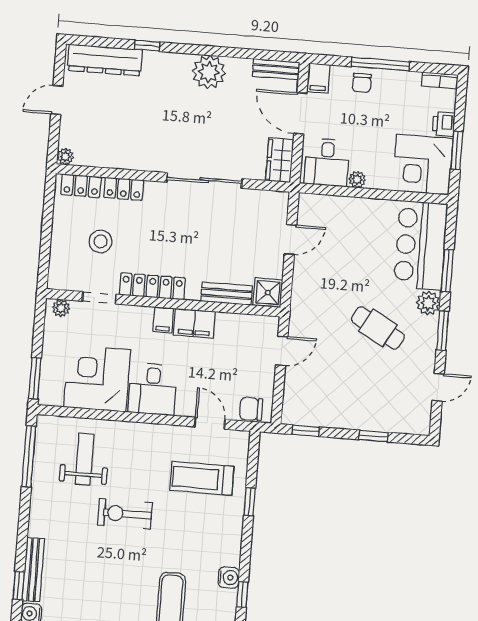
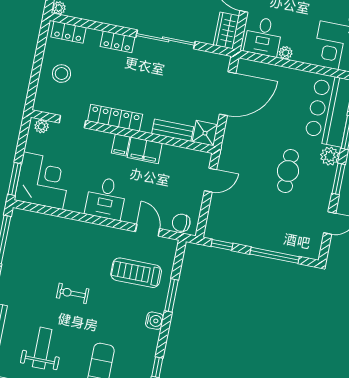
locker: (124, 189) -> (117, 42), moved
door: (290, 240) -> (228, 94), width x1.87
stool: (101, 241) -> (62, 74), moved
cafe table: (378, 328) -> (288, 171), turned 61
corner desk: (97, 378) -> (43, 181), moved, turned 90
window: (373, 436) -> (275, 255), width x2.17
weight bench: (85, 459) -> (42, 348), moved
window: (250, 502) -> (172, 295), width x1.50
exercise bike: (125, 514) -> (73, 293), width x0.73, depth x0.72
water cooler: (229, 577) -> (155, 321), moved

